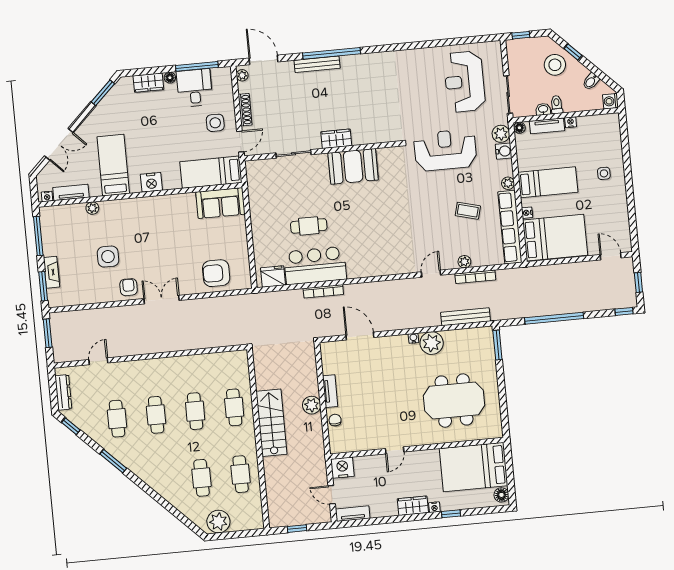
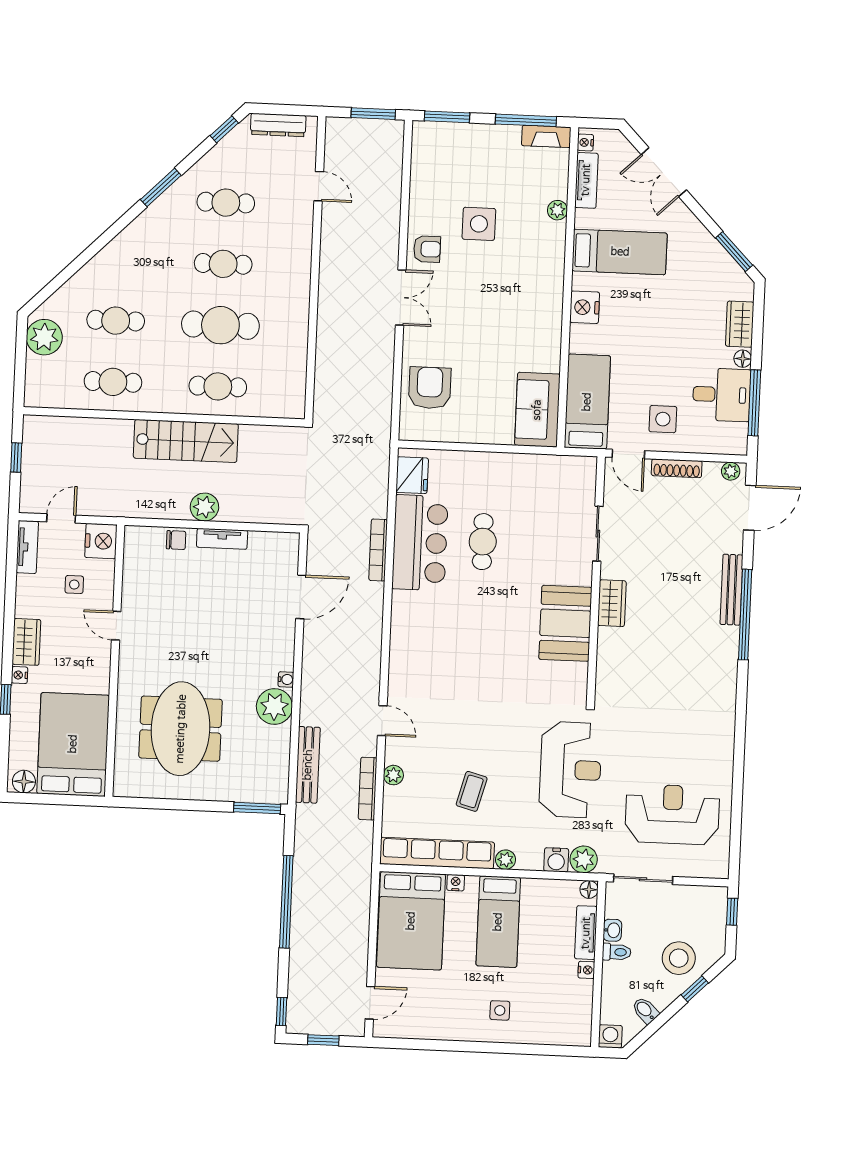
fireplace: (52, 272) -> (546, 136), moved
cafe table: (195, 411) -> (220, 325), width x1.37, depth x1.35
side table: (372, 481) -> (74, 585), added

